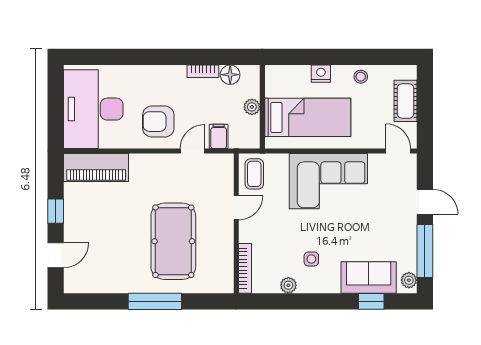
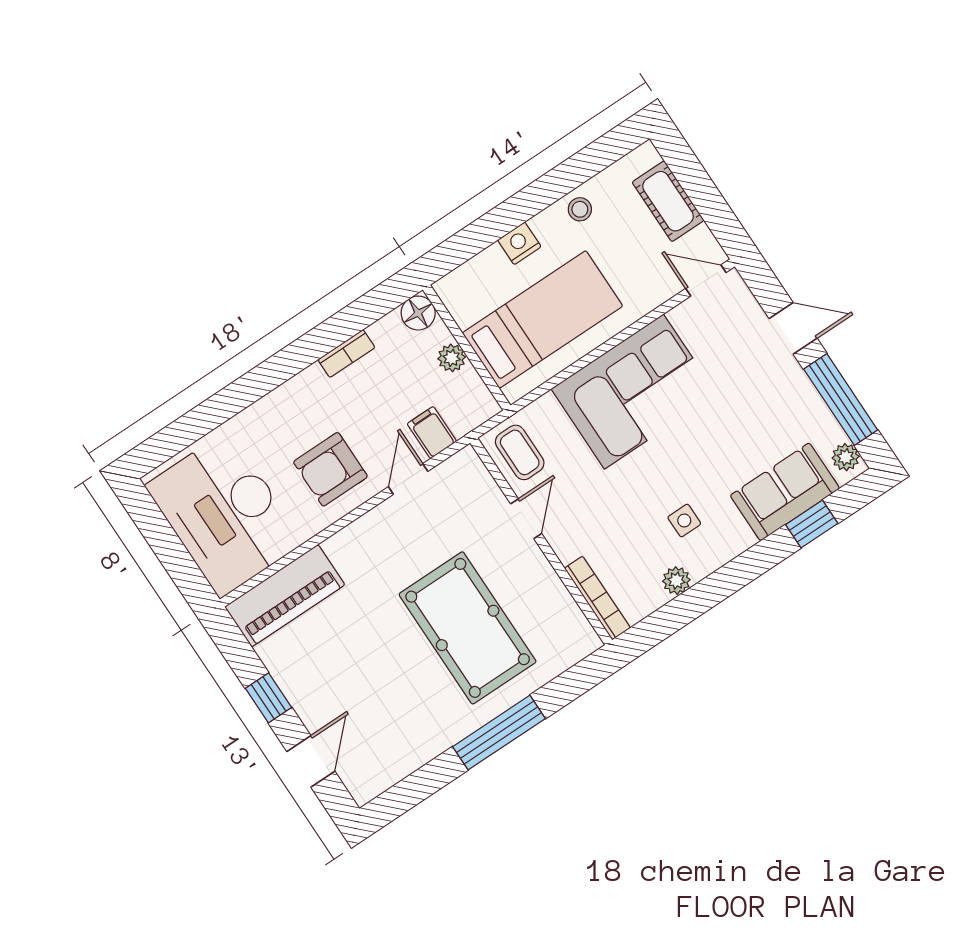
floor lamp: (230, 75) -> (418, 313), moved

